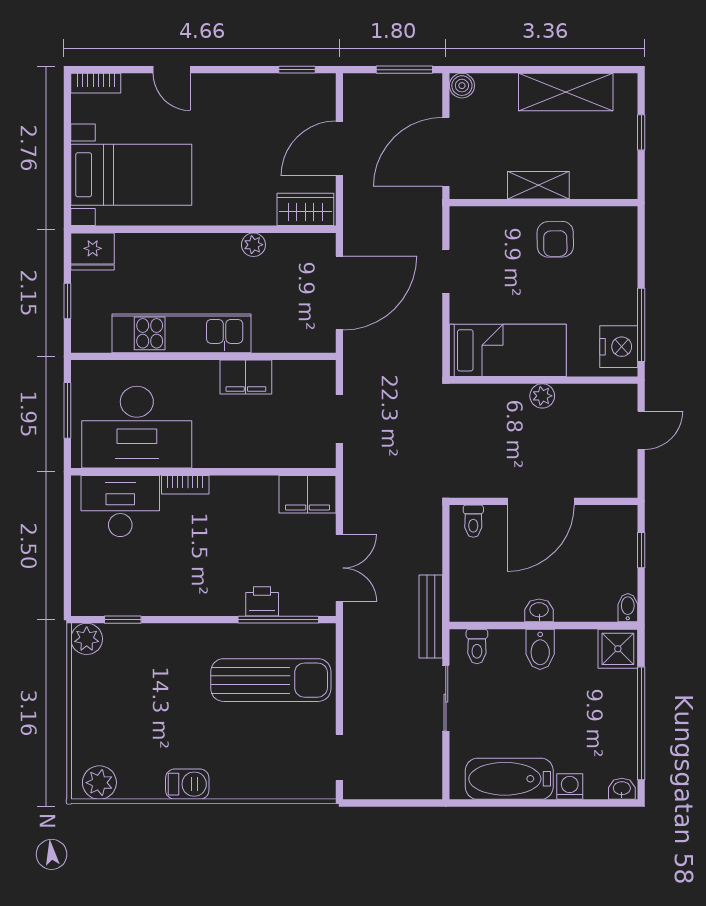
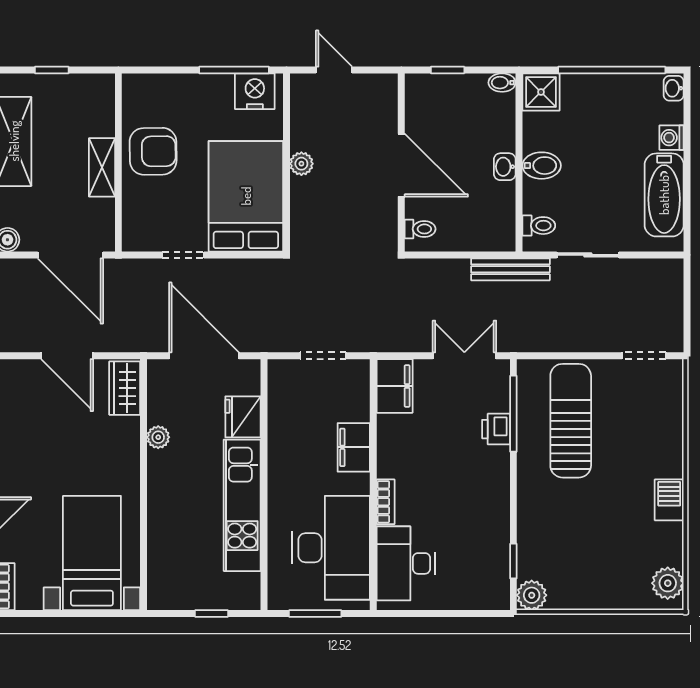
armchair: (555, 239) -> (153, 151), width x1.38, depth x1.38
fridge: (93, 251) -> (243, 417), moved, turned 180
bed: (508, 350) -> (246, 196), width x1.50
filing cabinet: (246, 377) -> (354, 447), moved, turned 180

